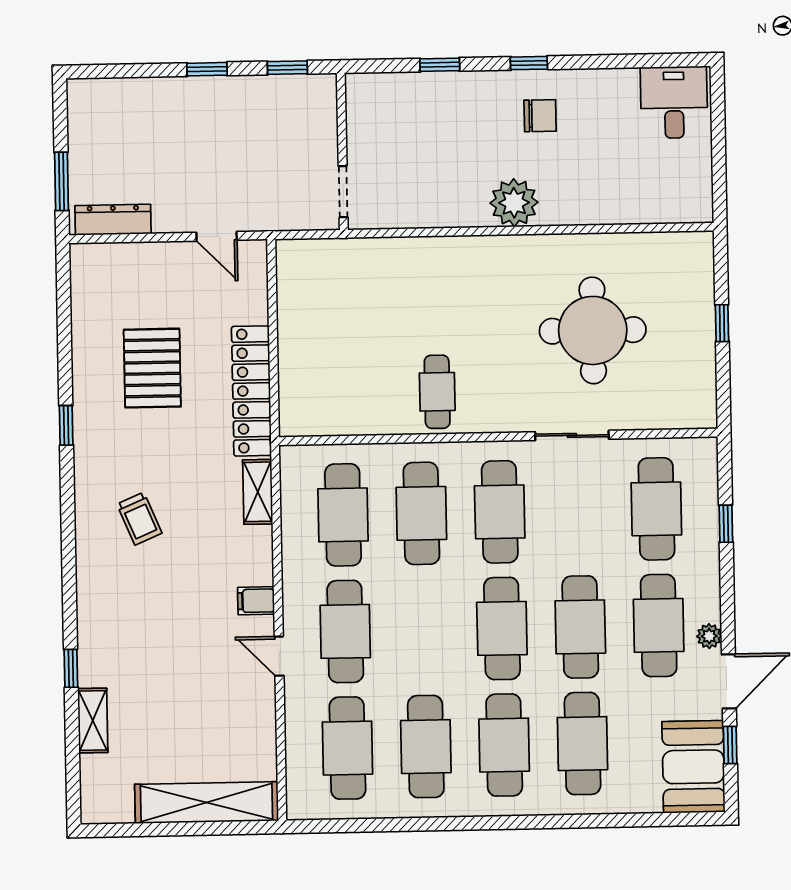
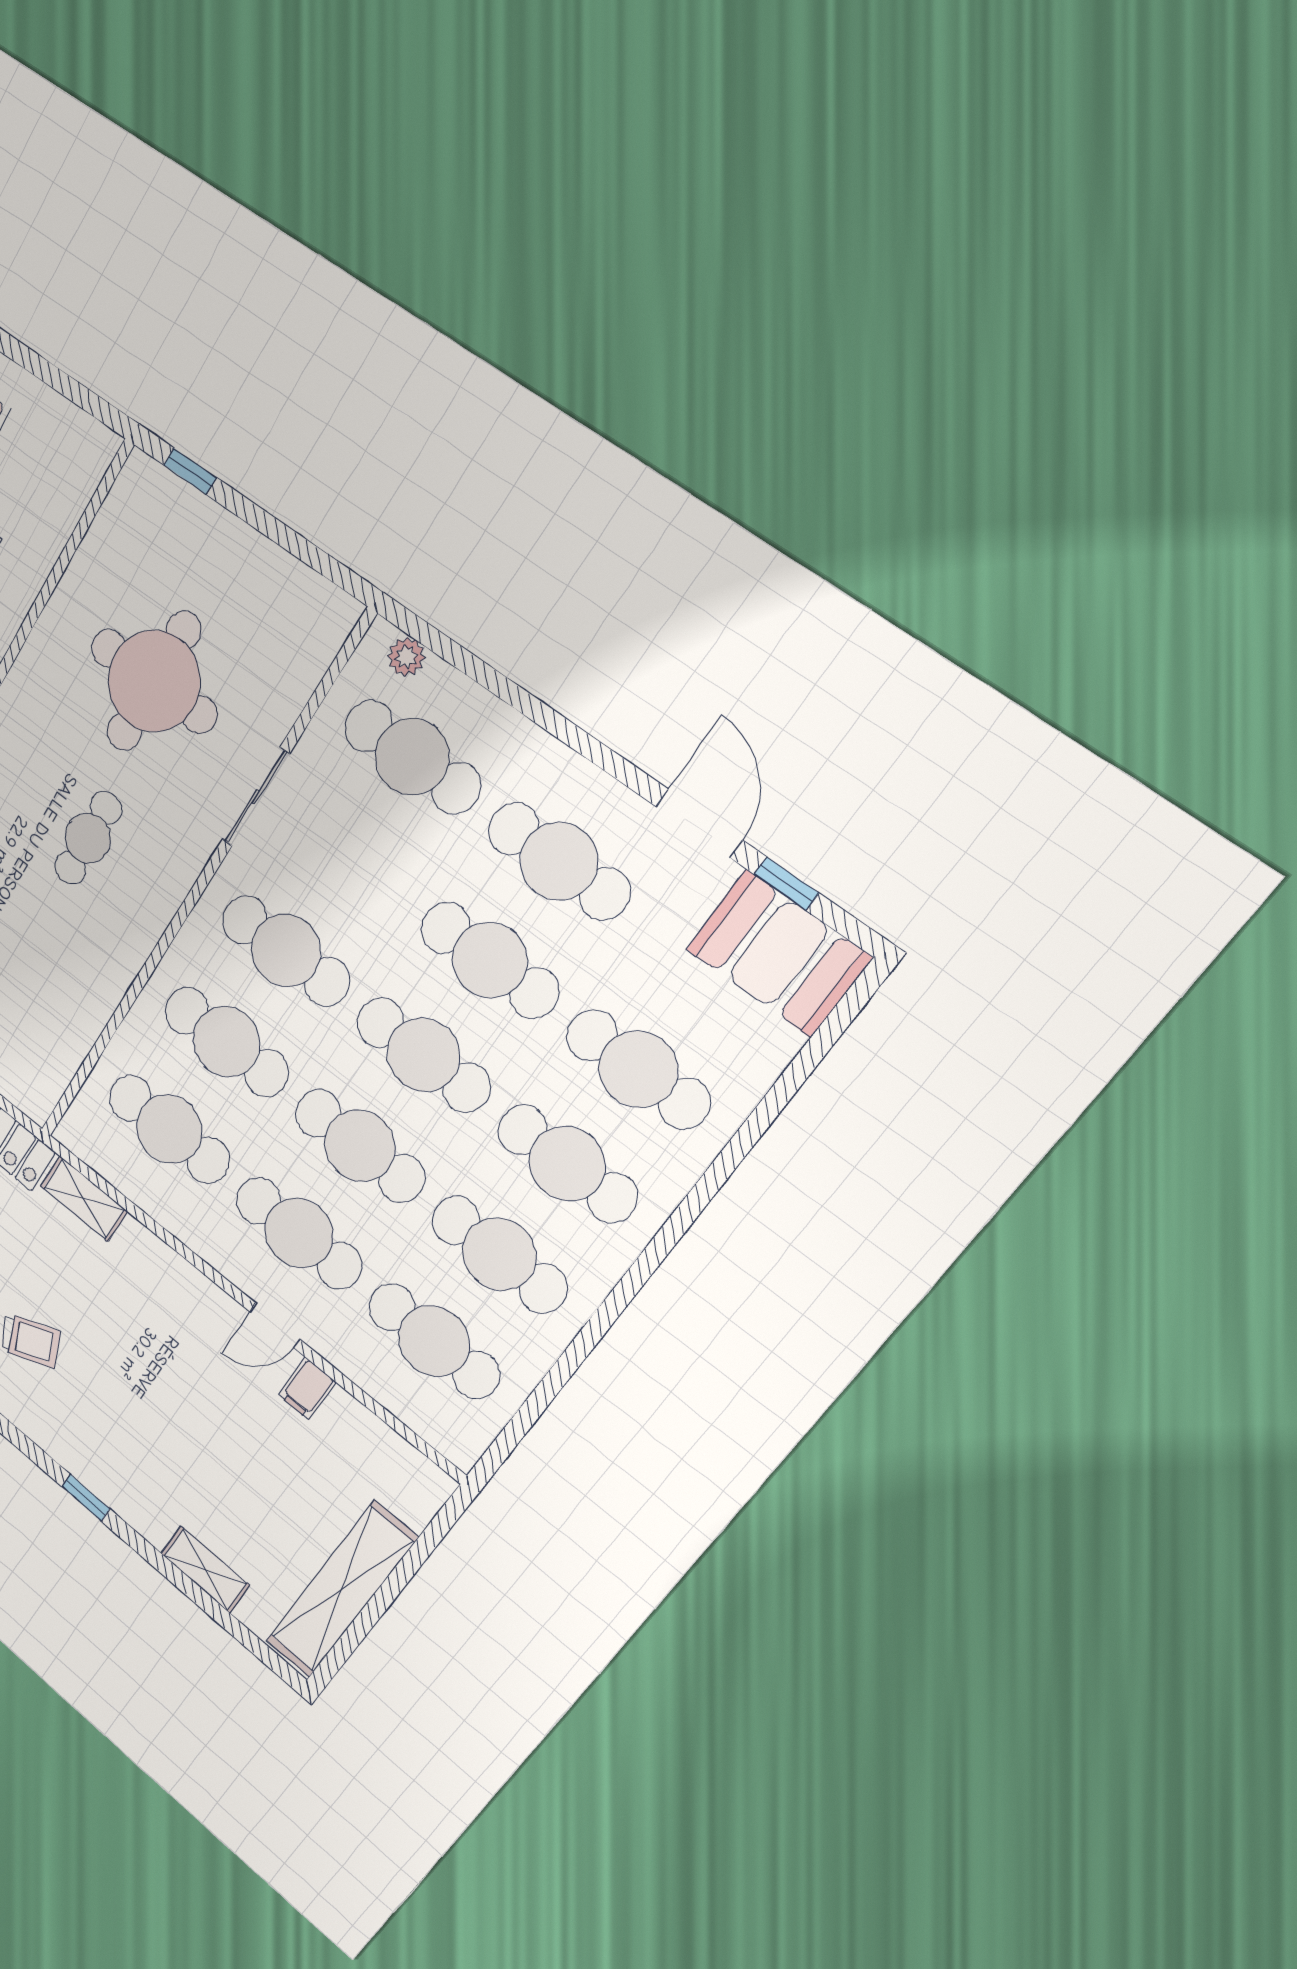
window: (722, 323) -> (190, 471), moved
cafe table: (437, 392) -> (88, 838), moved, turned 90
window: (726, 524) -> (492, 680), removed
filing cabinet: (256, 601) -> (307, 1389), moved
cafe table: (424, 630) -> (360, 1146), added
plant: (709, 636) -> (406, 657), moved
window: (71, 668) -> (86, 1498), moved
shelving: (206, 802) -> (341, 1590), moved

